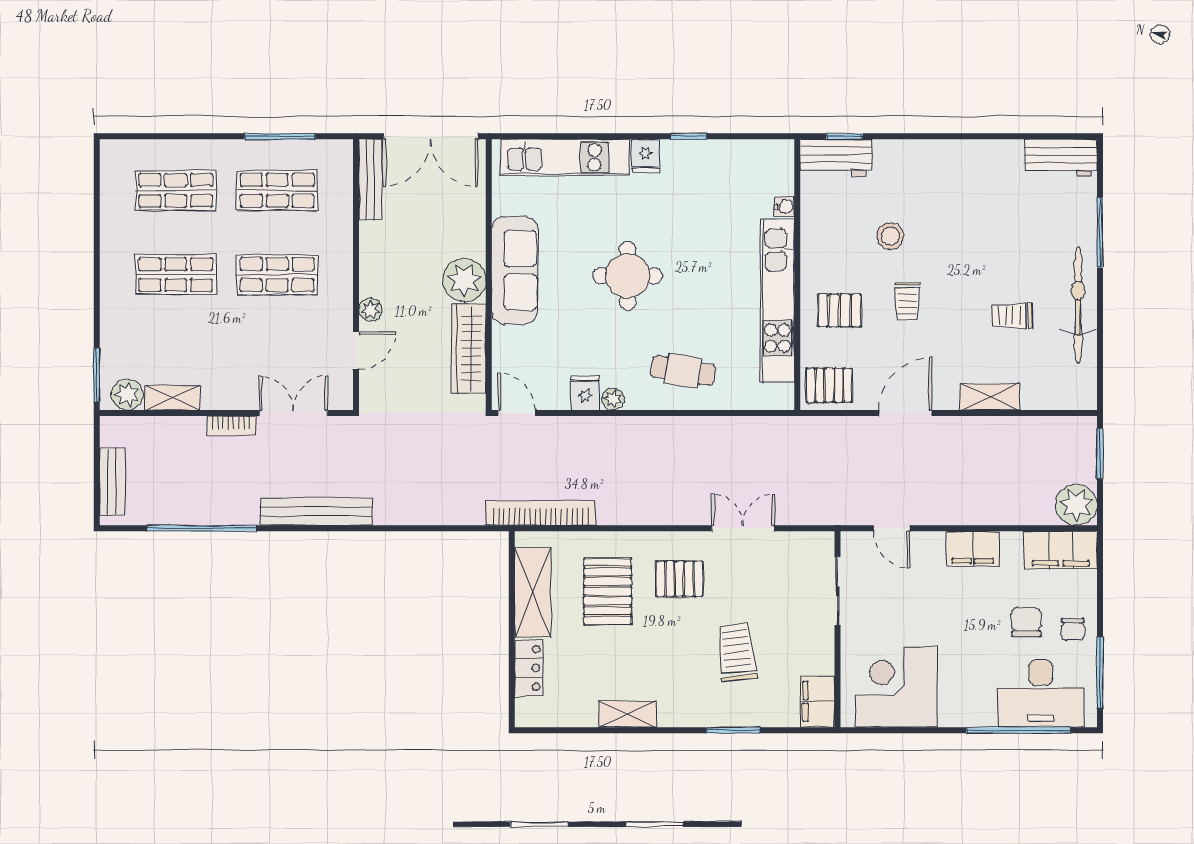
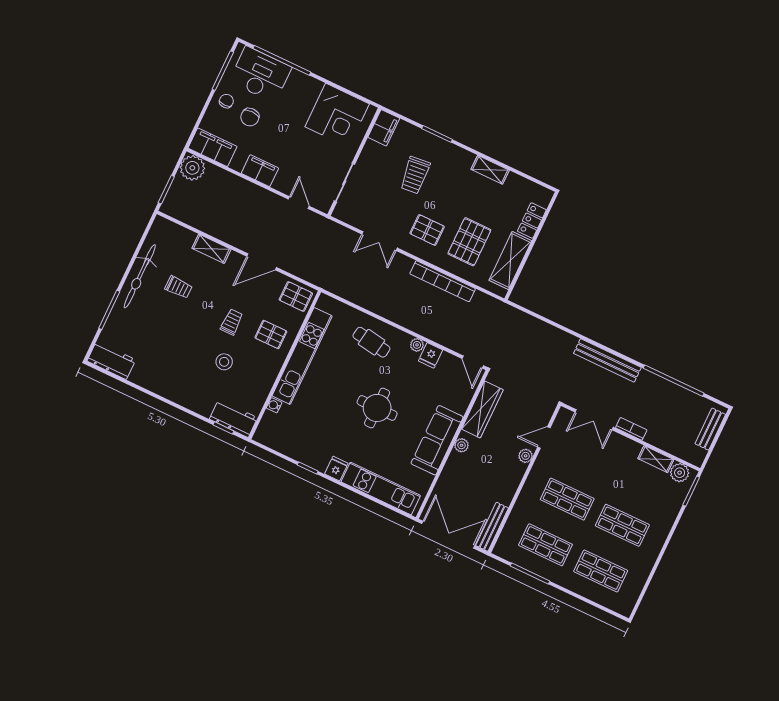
plant: (464, 280) -> (462, 445), width x0.53, depth x0.53
bookcase: (541, 513) -> (443, 281), moved

